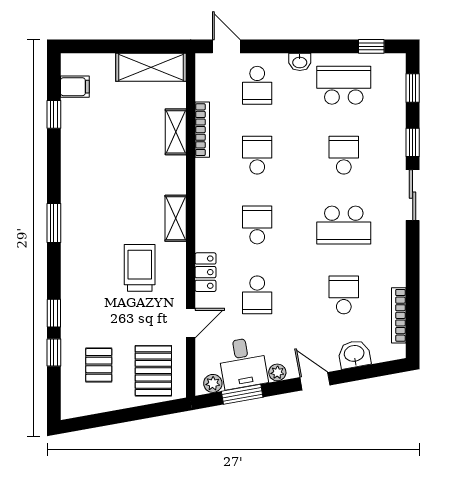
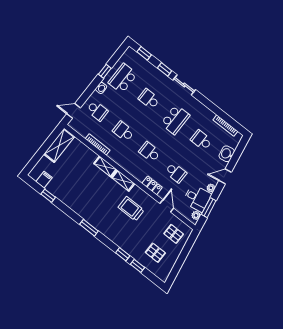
window: (371, 46) -> (105, 71), moved
shelving: (176, 132) -> (105, 166), moved
pallet: (153, 371) -> (174, 234), width x0.67, depth x0.71

